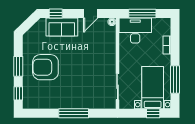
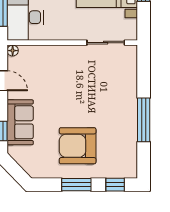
armchair: (45, 67) -> (78, 146), turned 90
window: (74, 113) -> (144, 120), moved

